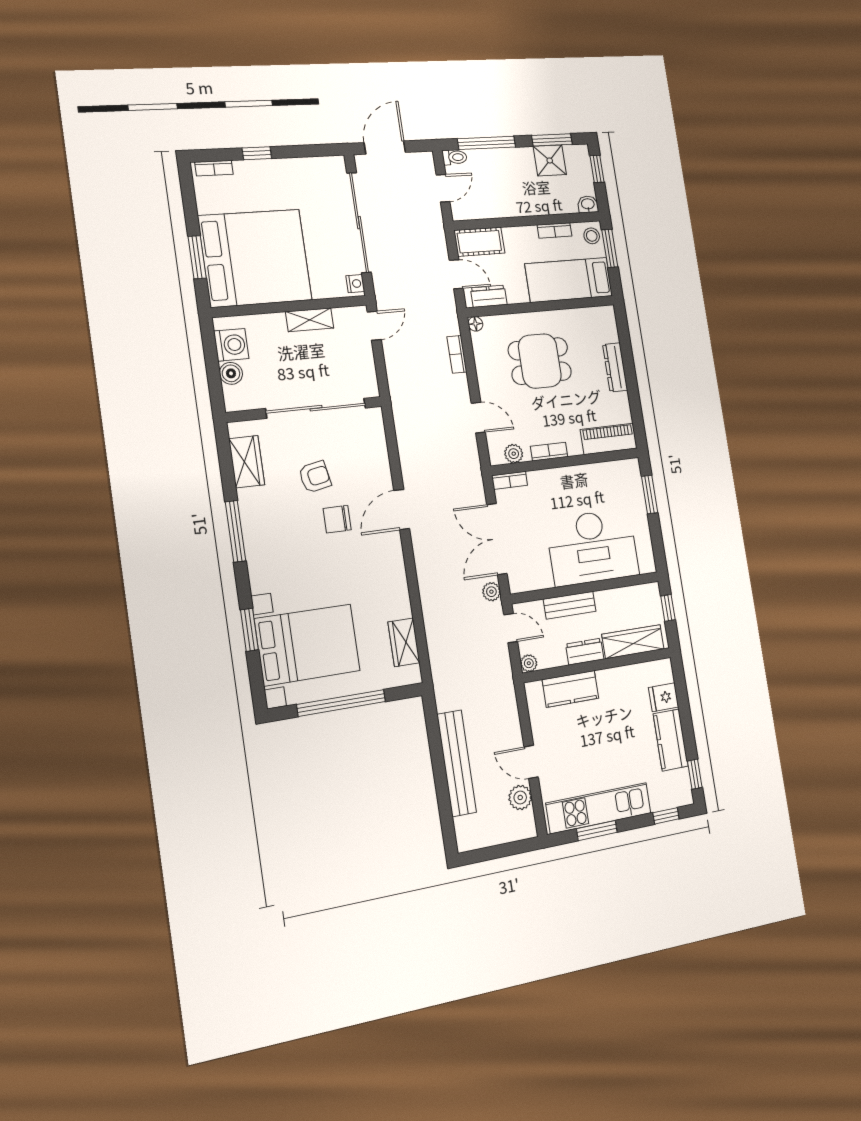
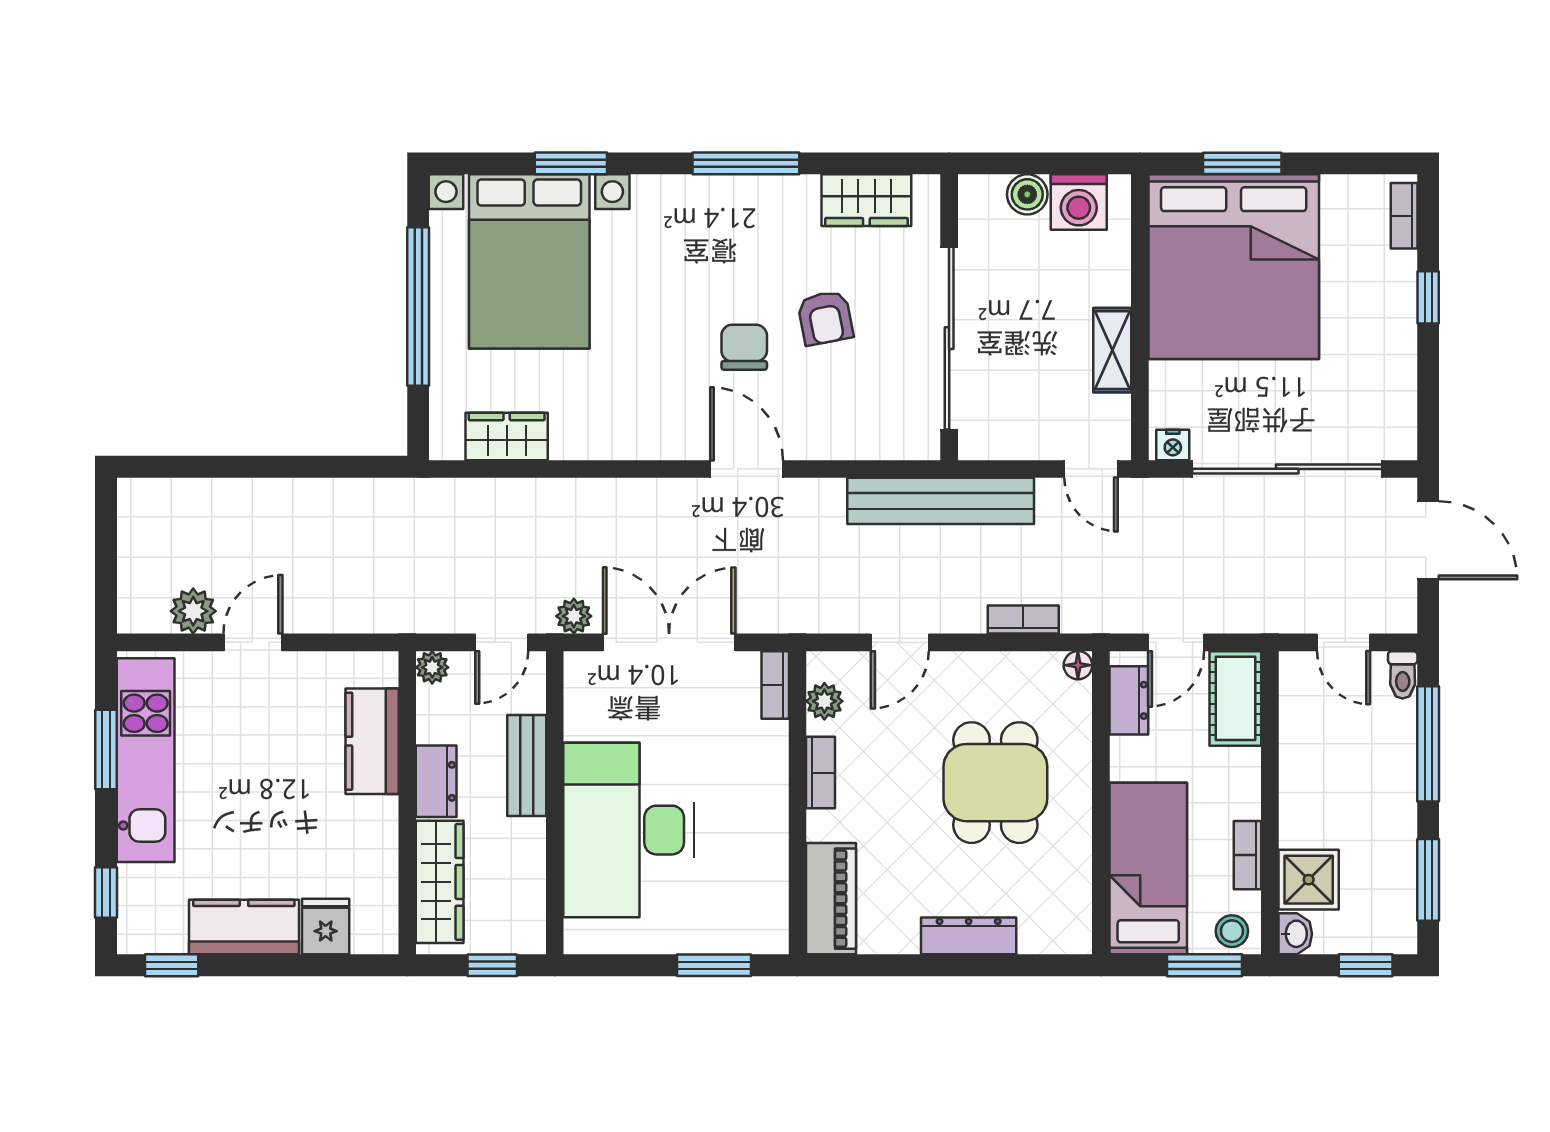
shower: (550, 160) -> (1309, 880), moved
bench: (457, 763) -> (941, 501), moved

